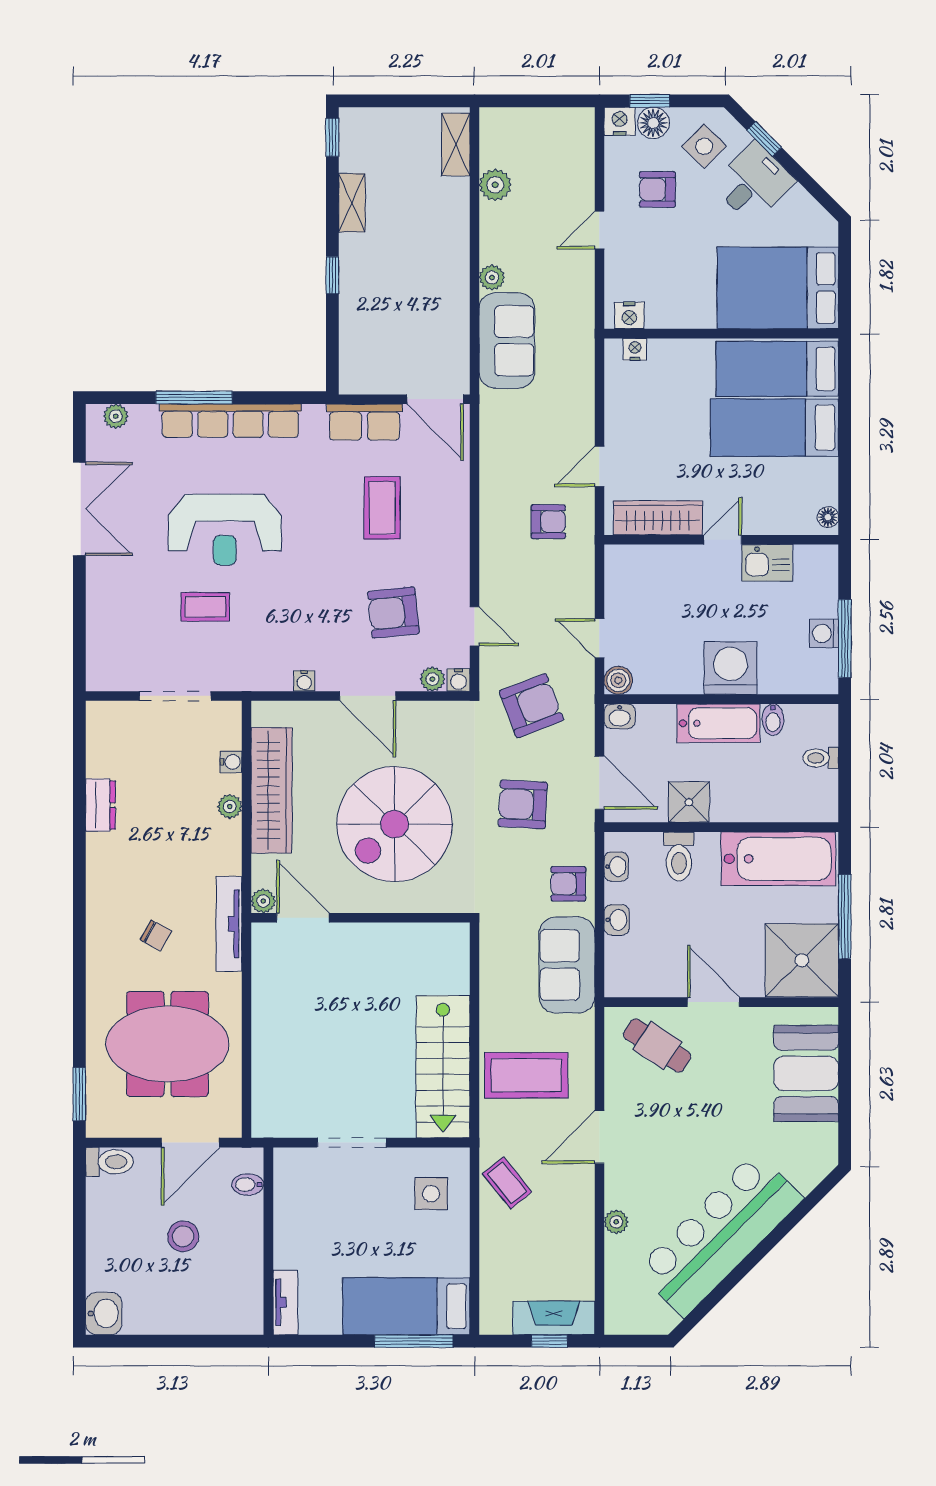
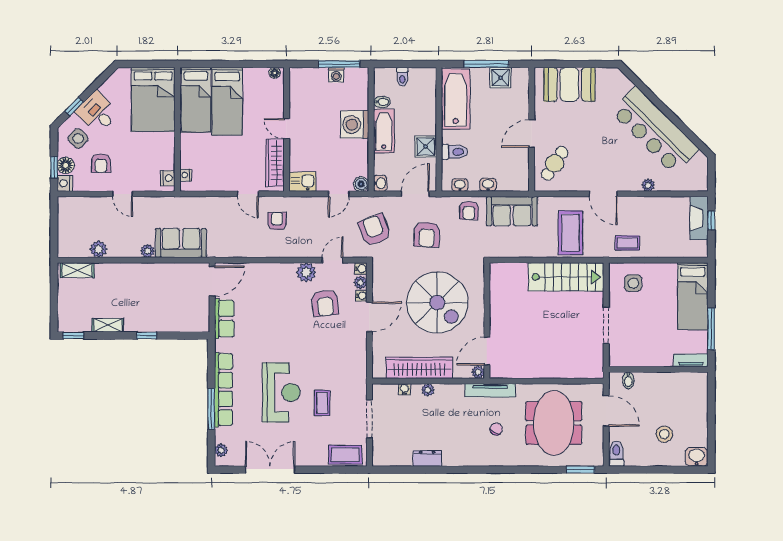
coffee table: (382, 508) -> (345, 455), moved
kitchen sink: (767, 563) -> (302, 182), moved, turned -90
plant: (451, 577) -> (306, 272), added
water cooler: (304, 681) -> (361, 296), moved
shower: (802, 960) -> (500, 78), width x0.54, depth x0.54
coffee table: (507, 1183) -> (627, 243), turned 39
stool: (183, 1236) -> (664, 434), moved
window: (414, 1341) -> (711, 329), moved

